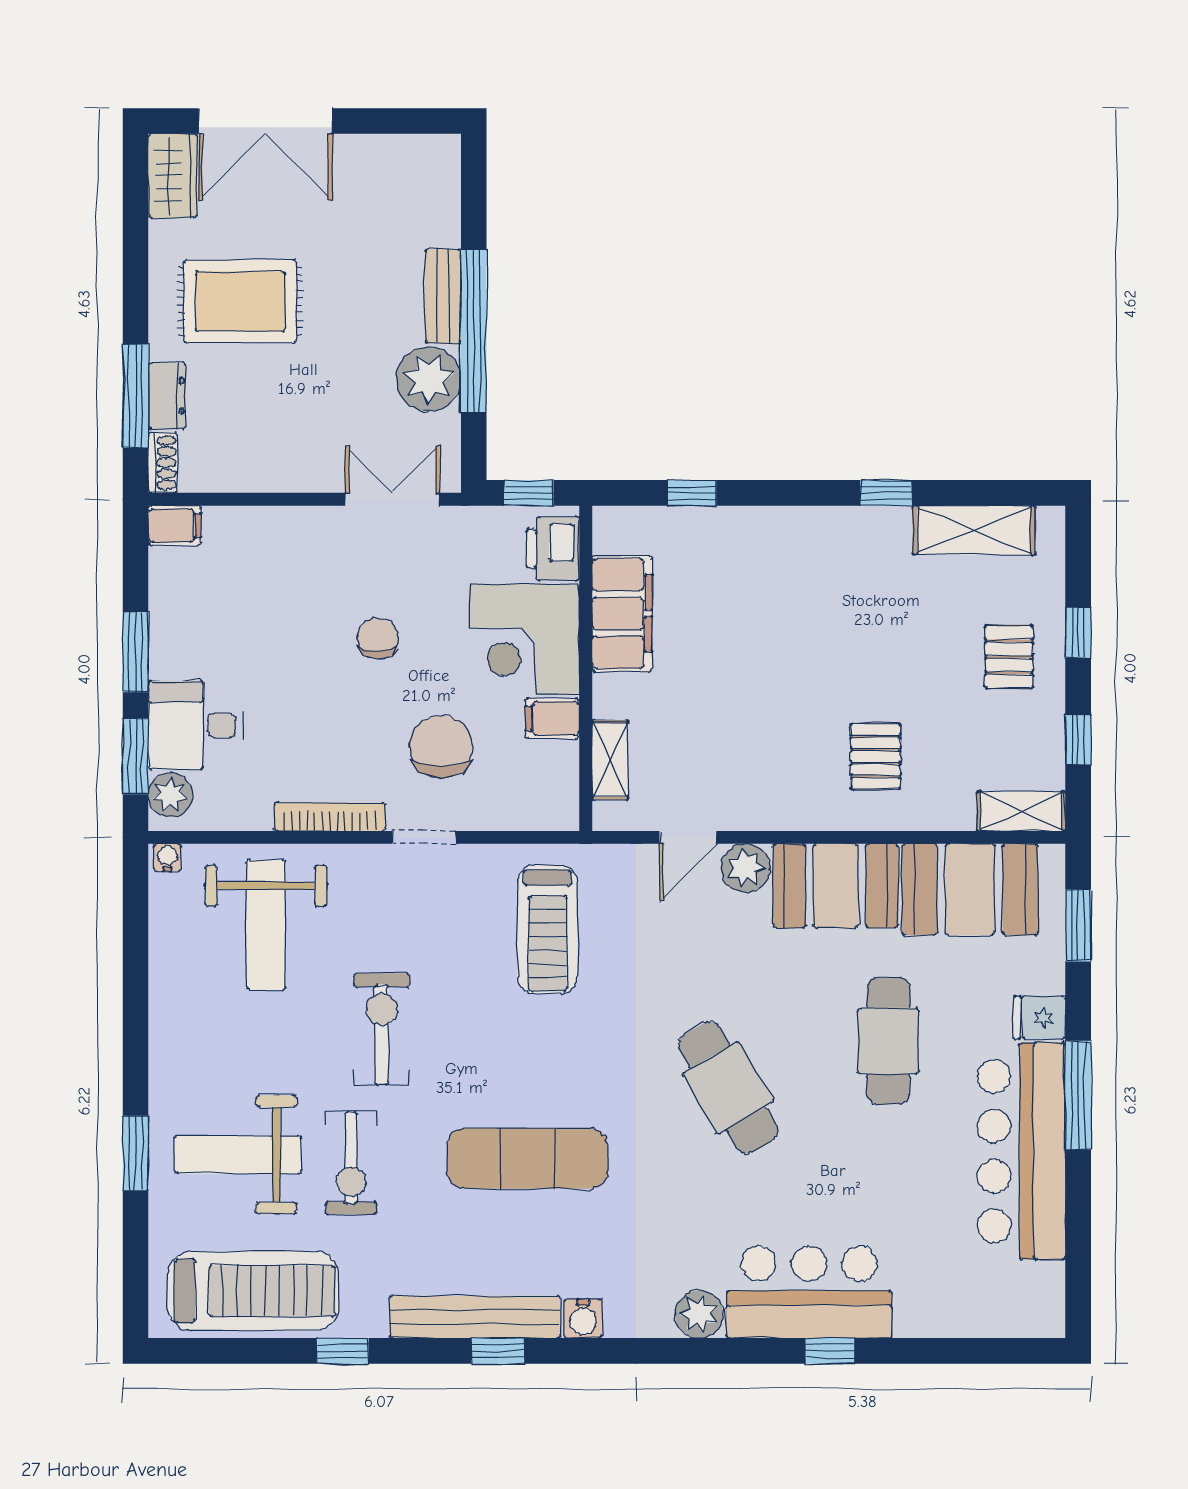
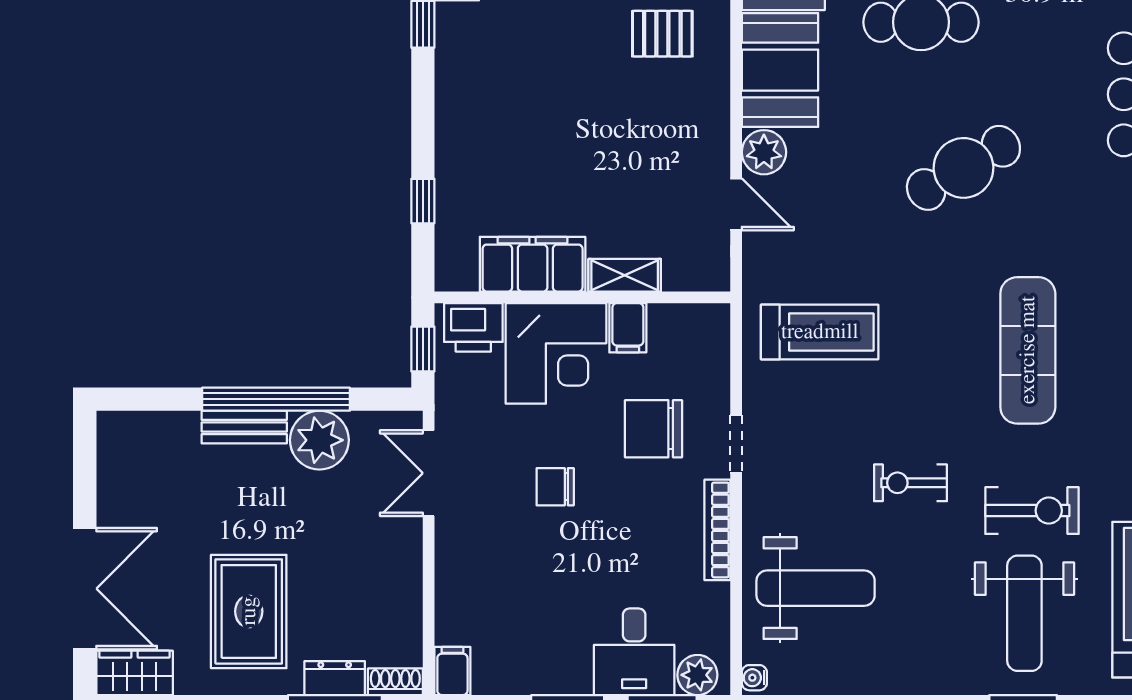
shelving: (610, 760) -> (625, 275), moved
exercise bike: (382, 1029) -> (910, 483), width x0.73, depth x0.72

